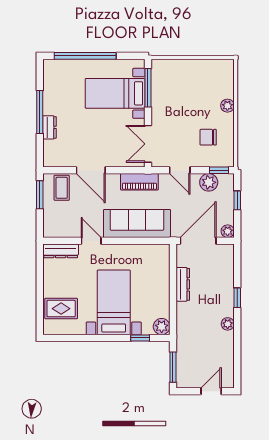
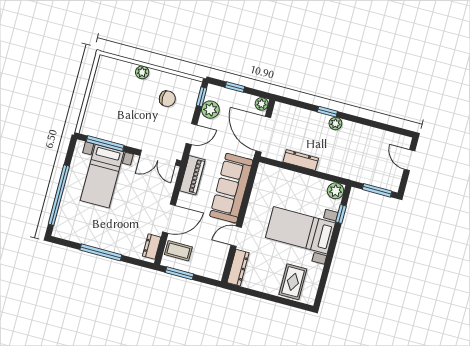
dresser: (50, 127) -> (152, 247), moved, turned -90
chair: (208, 137) -> (167, 99), turned -90
plant: (228, 324) -> (335, 124), moved

